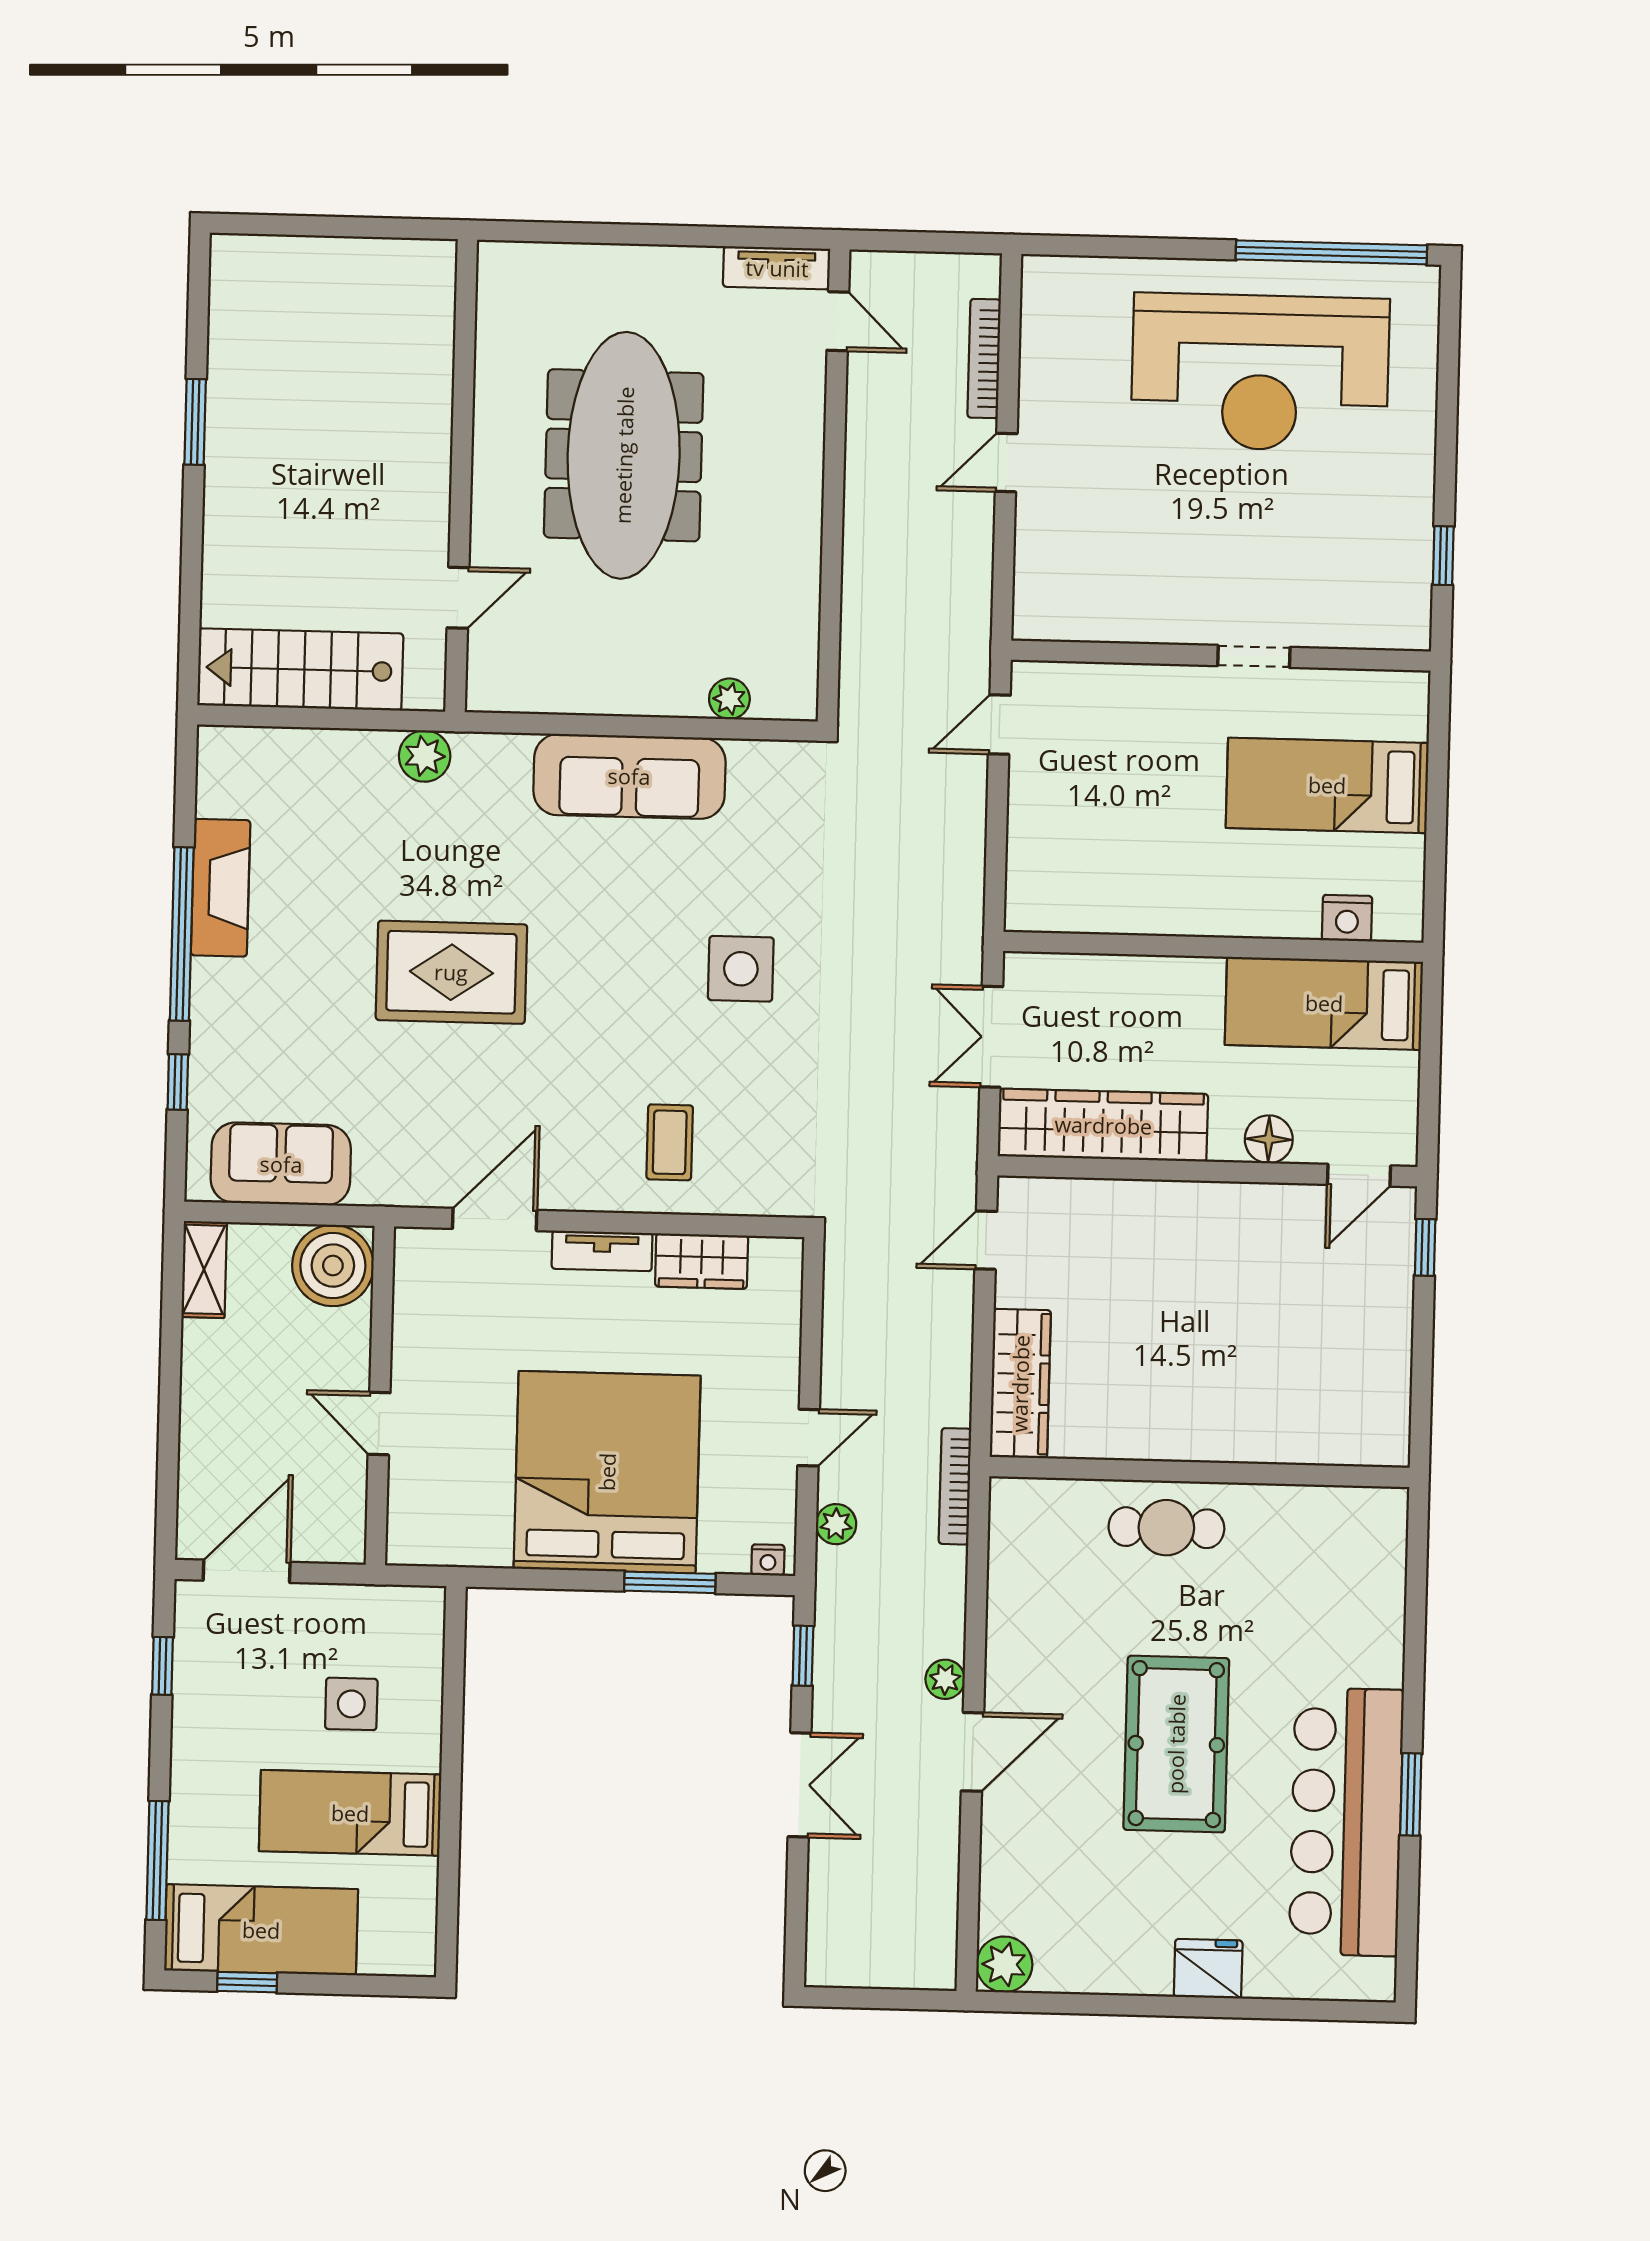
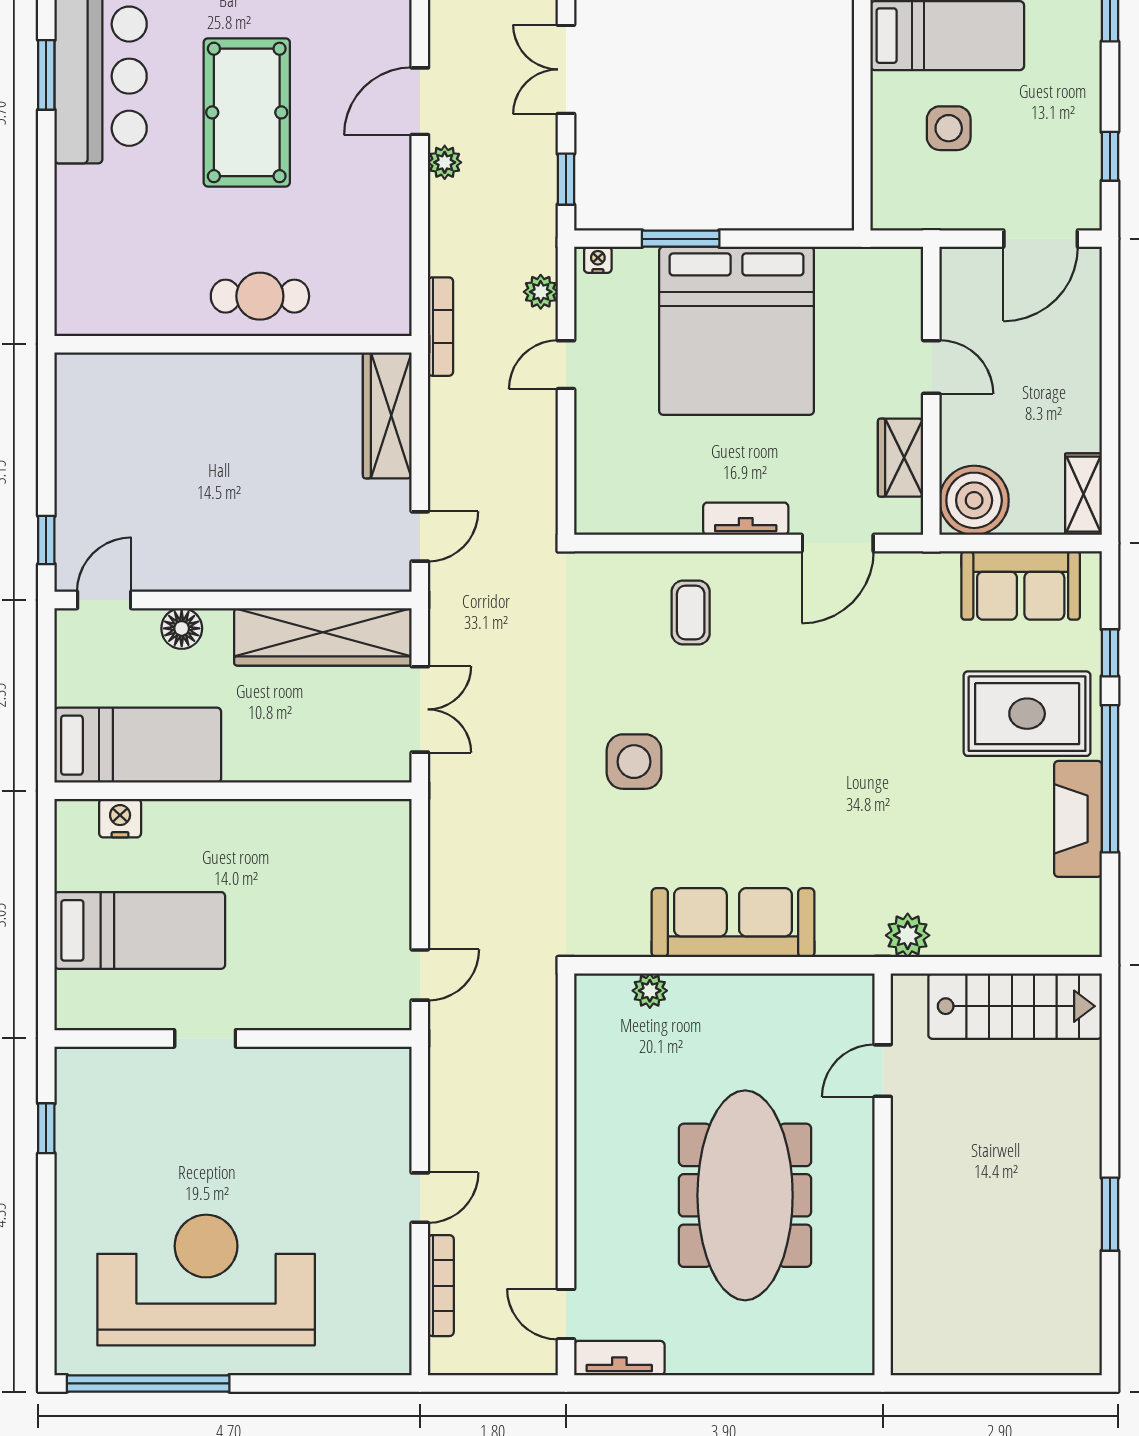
rug: (451, 972) -> (1027, 714), moved
wardrobe: (702, 1261) -> (901, 458), moved, turned -90

